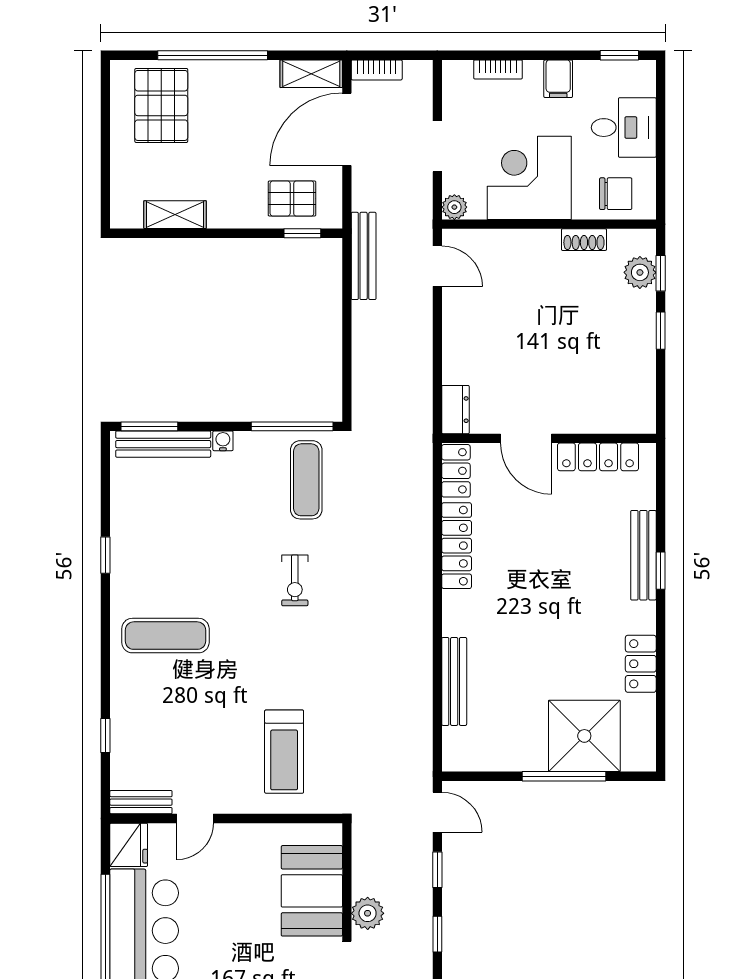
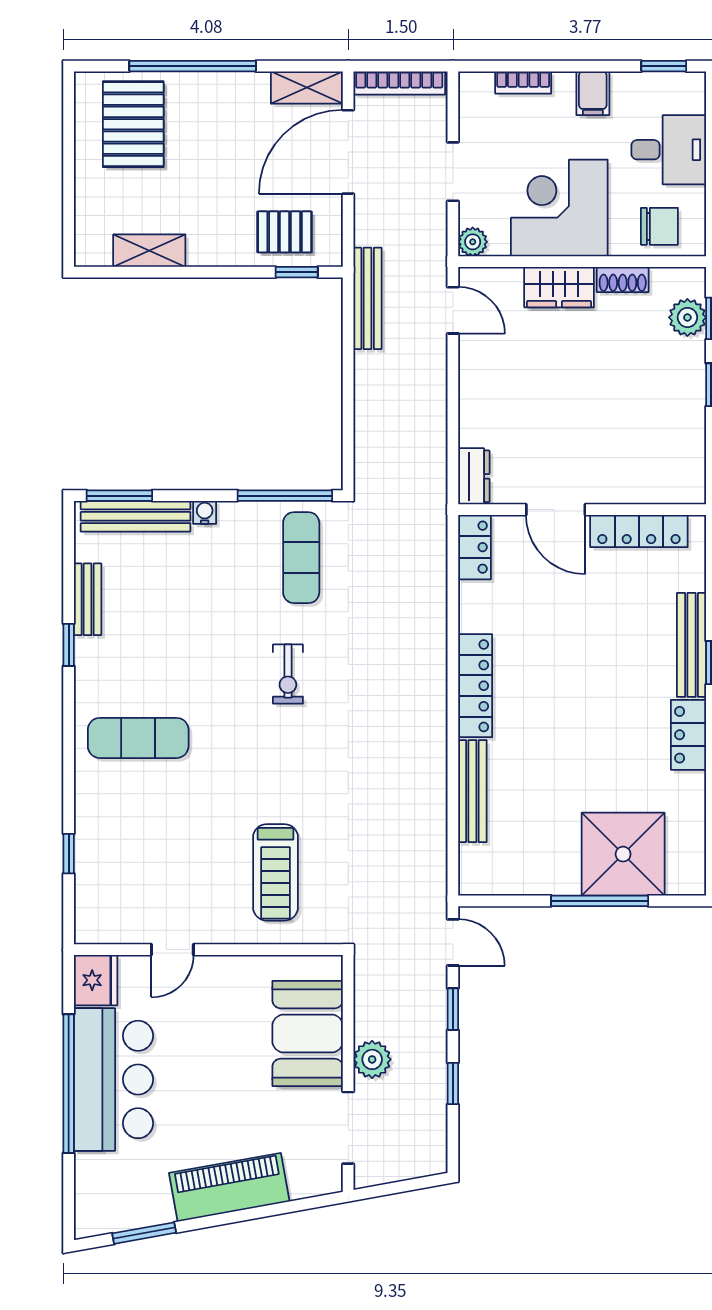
bookcase: (377, 70) -> (399, 83), width x1.56
wardrobe: (529, 246) -> (559, 287), added
locker: (457, 546) -> (475, 686), moved
locker: (641, 664) -> (688, 735), moved
bench: (141, 802) -> (88, 599), moved, turned 90

